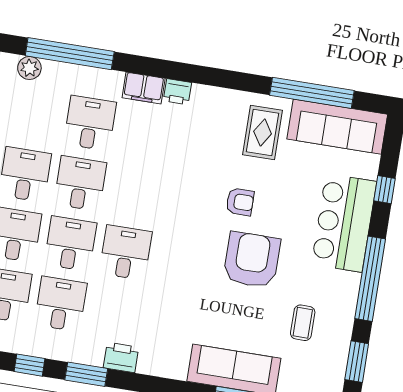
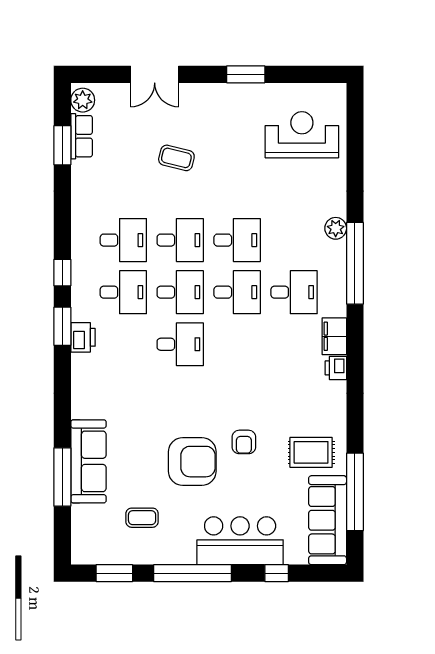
printer: (121, 357) -> (83, 337), moved

